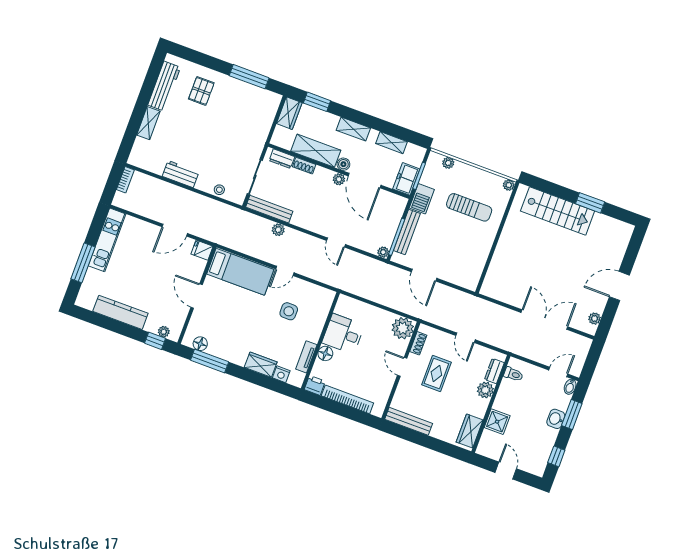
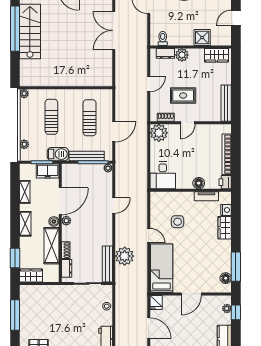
window: (590, 203) -> (15, 29), width x2.11
stairs: (558, 211) -> (30, 32), moved
plant: (278, 230) -> (125, 256), width x1.88, depth x1.88
sun lounger: (451, 252) -> (90, 118), added
desk: (343, 334) -> (163, 175), moved

